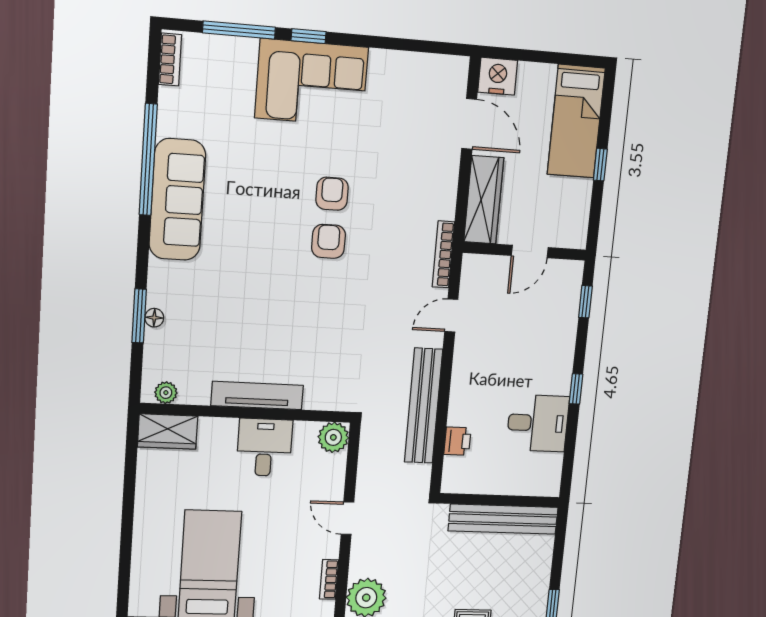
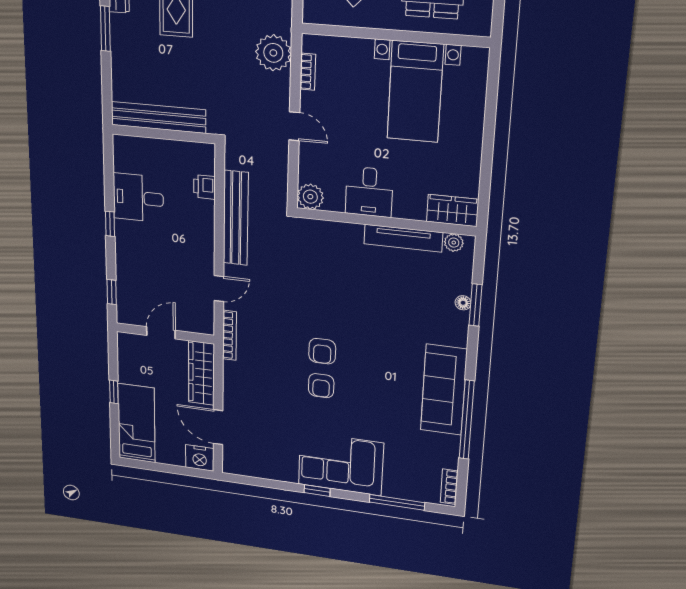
window: (309, 36) -> (317, 491), moved
tv unit: (257, 396) -> (403, 238), moved

